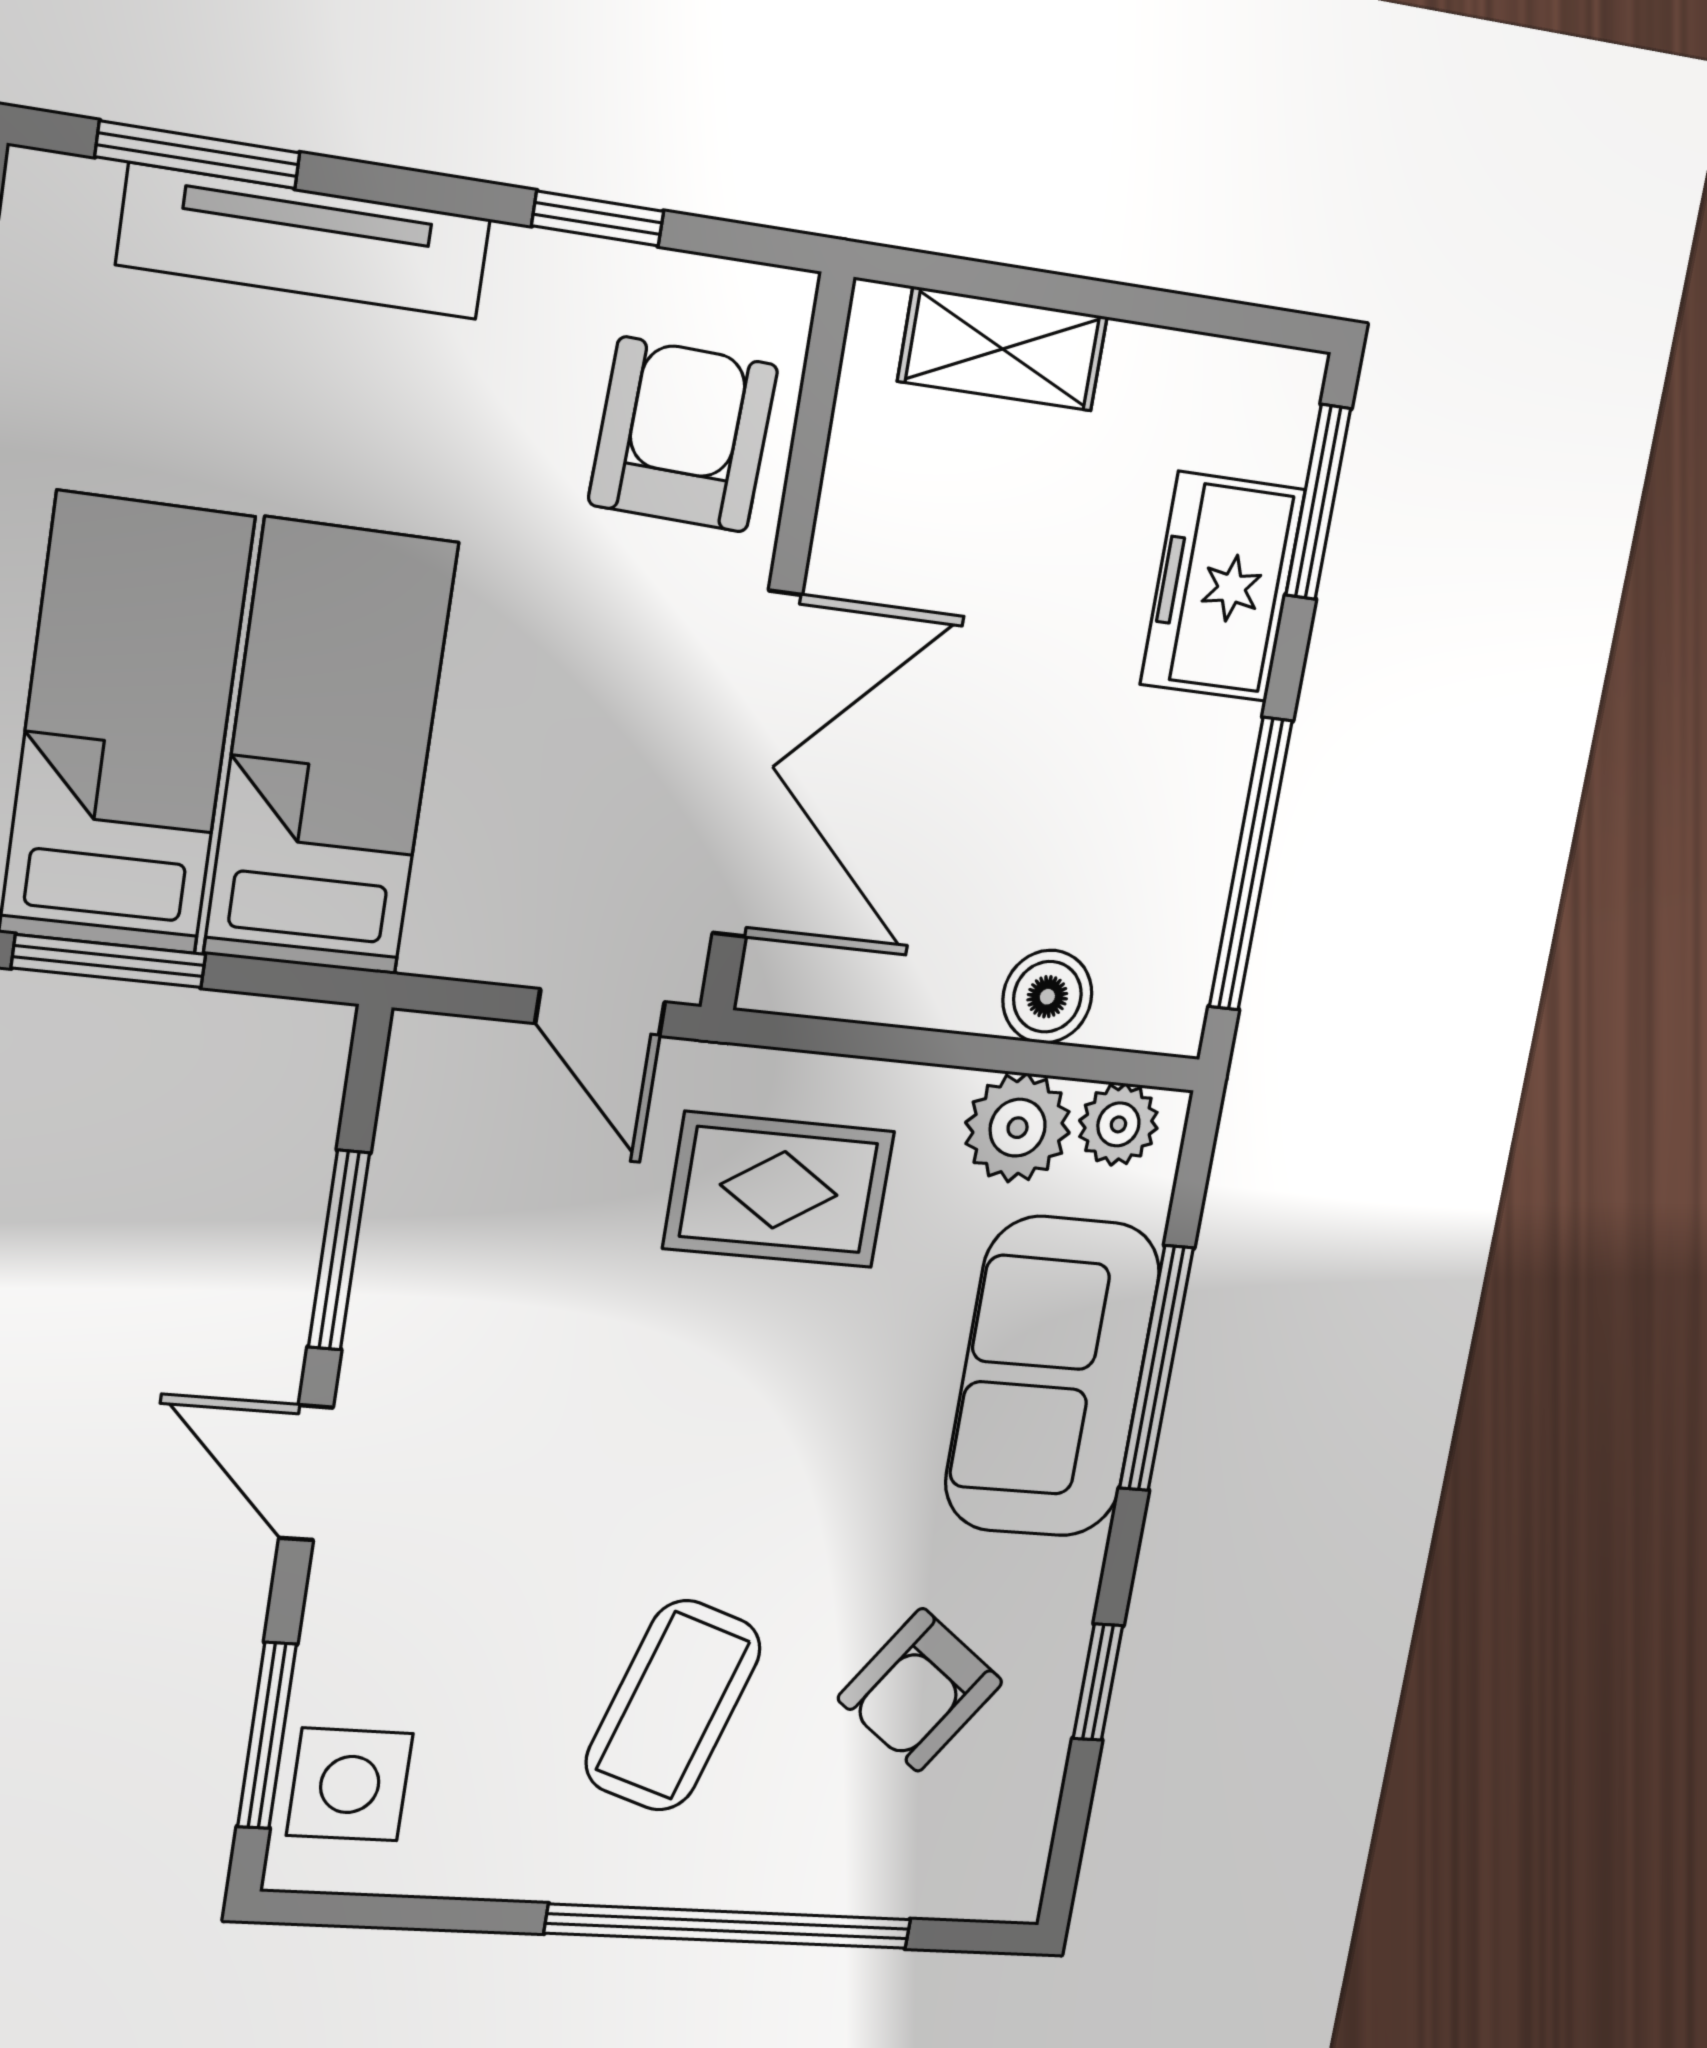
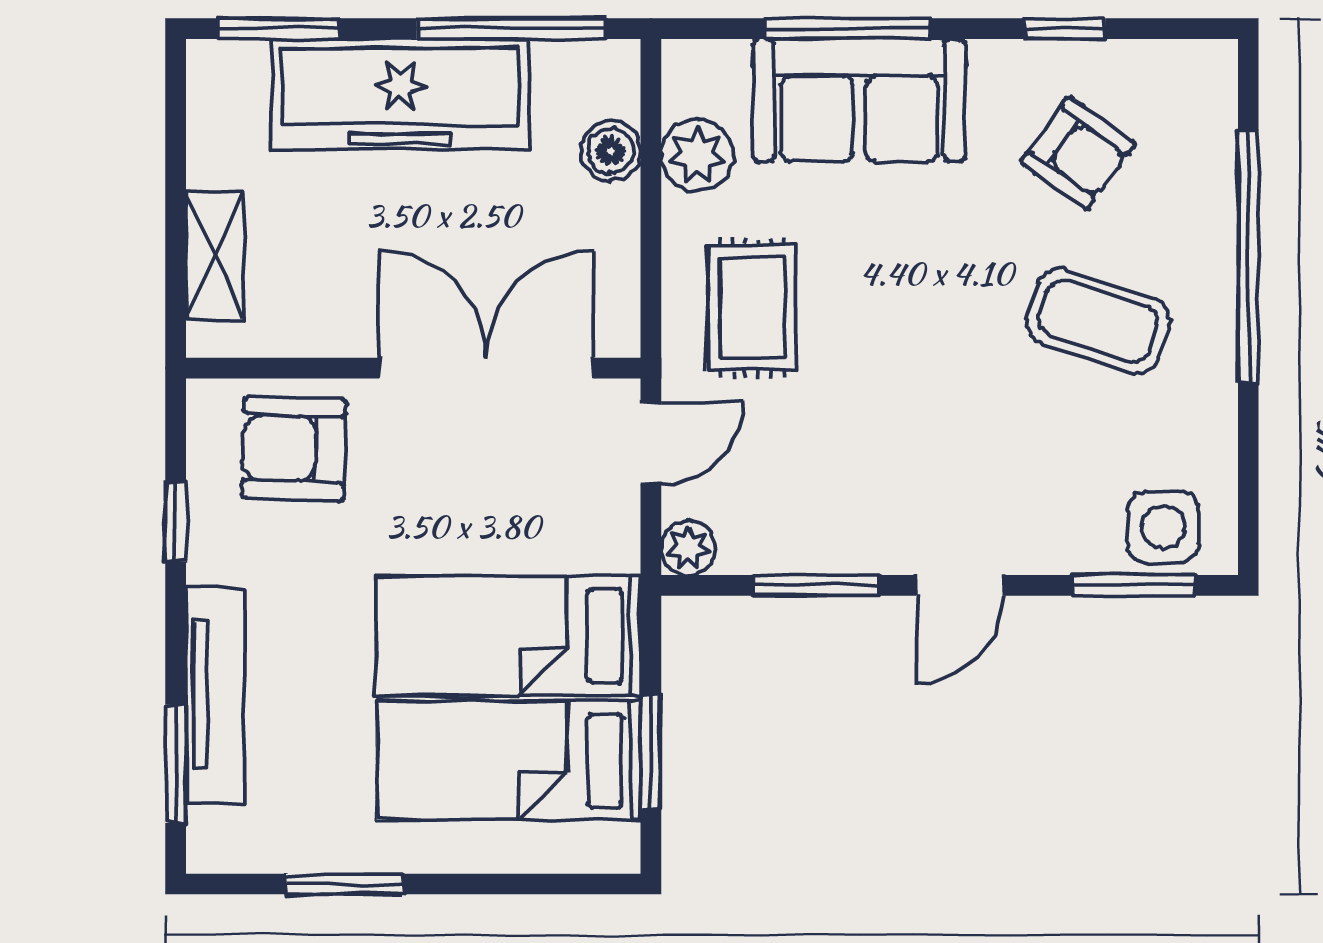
freezer: (1223, 587) -> (400, 94), width x1.91, depth x1.26
plant: (1118, 1124) -> (688, 548), moved

